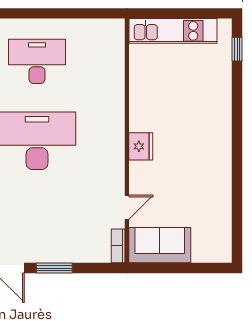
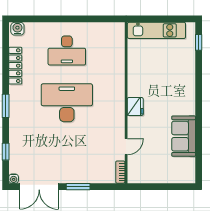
desk: (37, 61) -> (67, 50), turned 180
sofa: (160, 245) -> (184, 136), moved, turned -90

